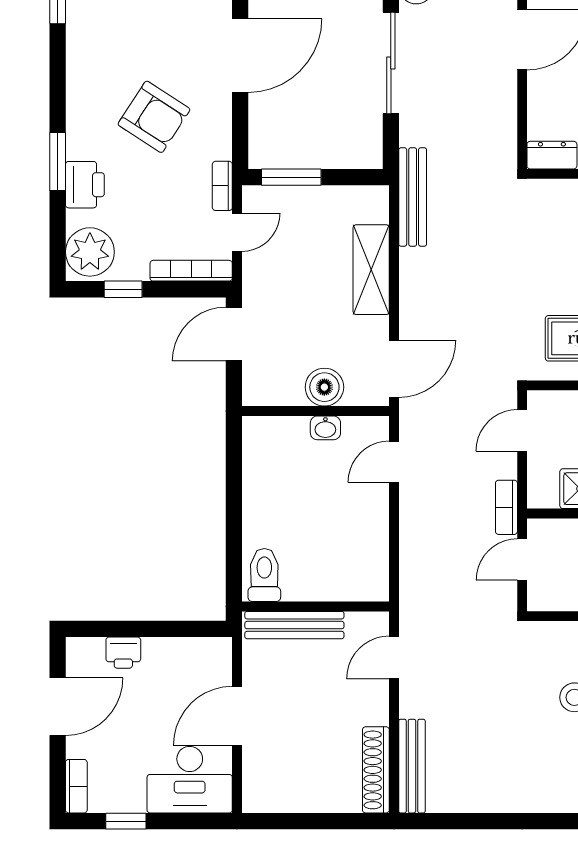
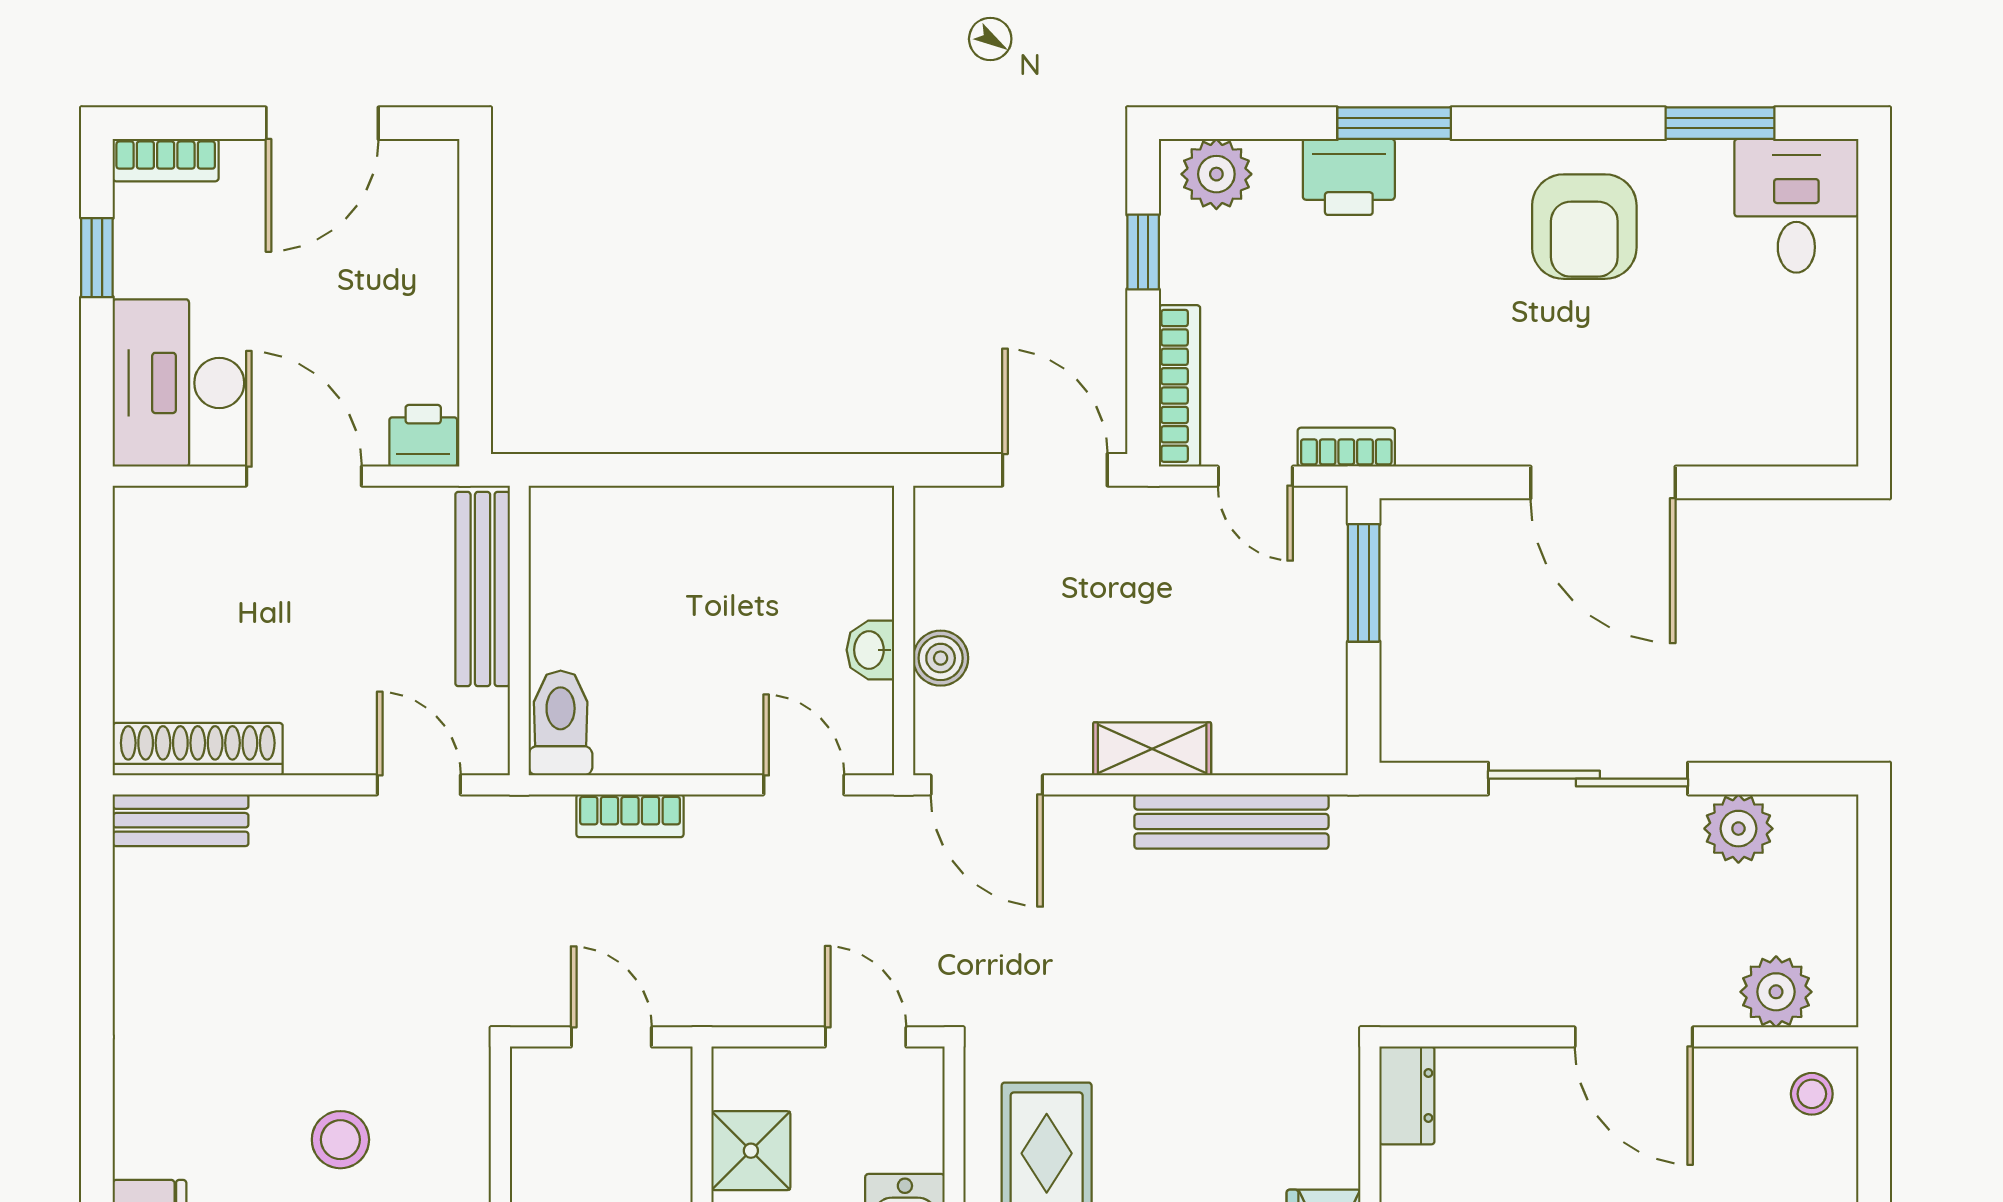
armchair: (154, 117) -> (1584, 227), moved, turned -33
bench: (413, 197) -> (1231, 822), moved
plant: (90, 252) -> (1216, 174), width x0.73, depth x0.73
shelving: (371, 270) -> (1152, 749), width x0.67, depth x0.75
boiler: (324, 387) -> (941, 658), width x0.73, depth x0.73
bookcase: (506, 507) -> (630, 816), moved, turned 180
toilet: (264, 575) -> (561, 723), moved, turned -90
printer: (123, 653) -> (423, 436), moved, turned 90
door: (58, 707) -> (322, 123), hinge flipped
bench: (412, 766) -> (181, 820), width x0.73

